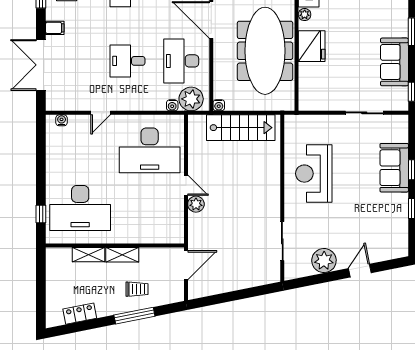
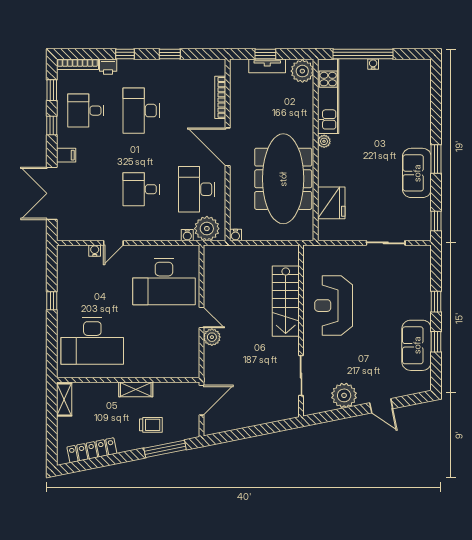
fridge: (312, 46) -> (331, 203), moved
sofa: (394, 62) -> (417, 173), moved
water cooler: (62, 120) -> (95, 251), moved
stairs: (241, 128) -> (286, 301), moved, turned 90
sofa: (394, 168) -> (417, 345), moved
window: (41, 214) -> (52, 301), moved
shelving: (89, 255) -> (64, 400), moved, turned 90
door: (360, 271) -> (381, 406), swing flipped
locker: (80, 314) -> (92, 450), width x1.53
window: (134, 316) -> (165, 449), moved

